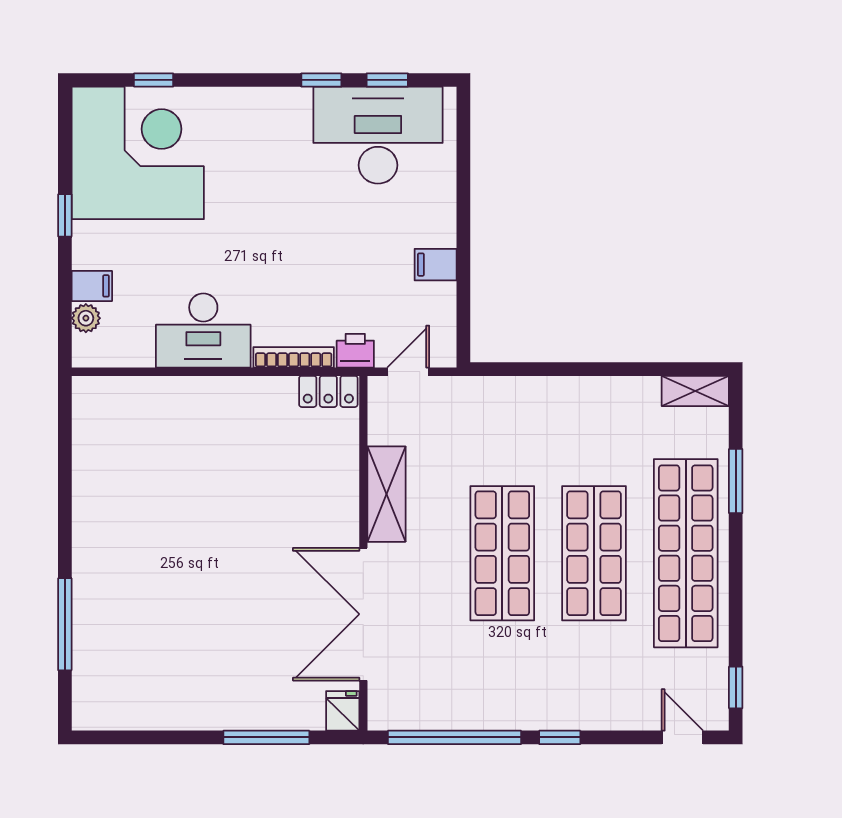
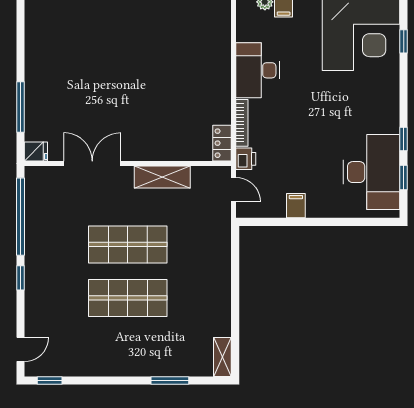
shop shelf: (686, 553) -> (128, 351), removed
double door: (363, 614) -> (92, 163), width x0.73

